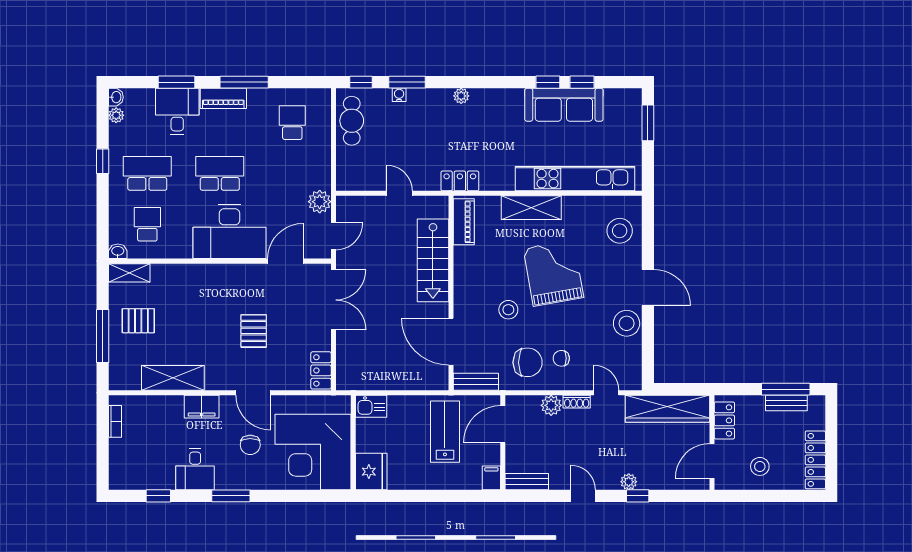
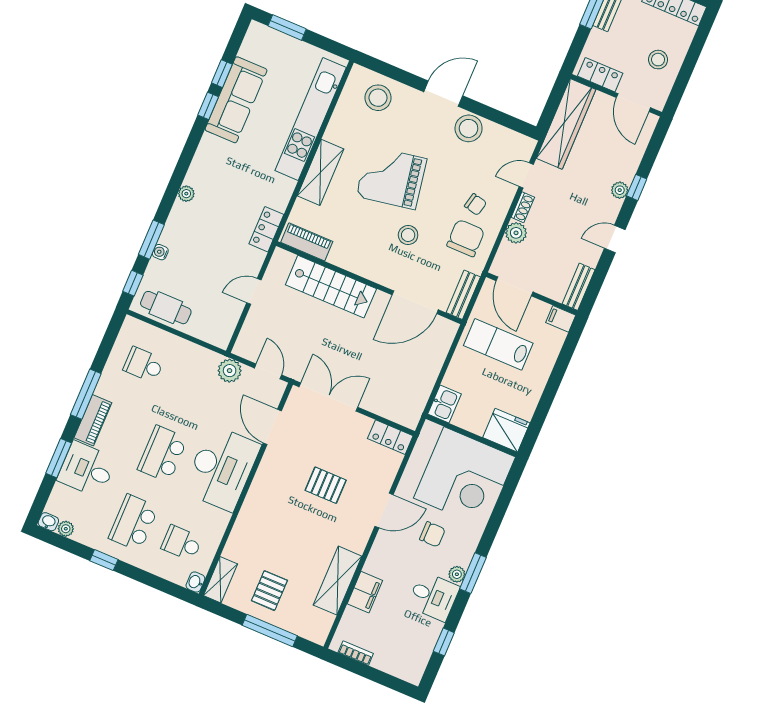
chair: (561, 358) -> (476, 204), turned -77
filing cabinet: (202, 407) -> (365, 592), moved
plant: (224, 482) -> (457, 574), added

